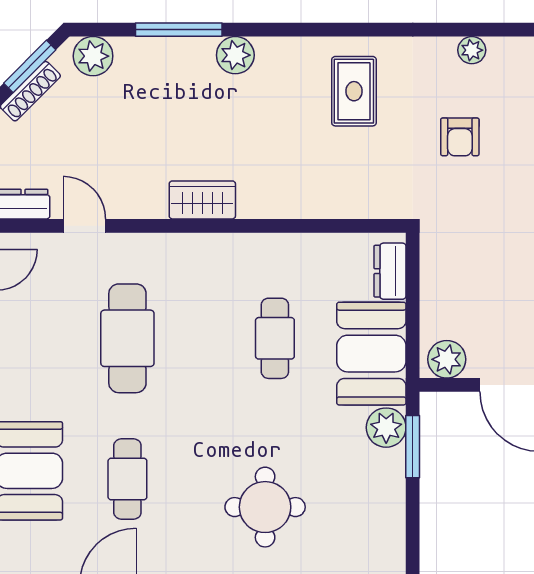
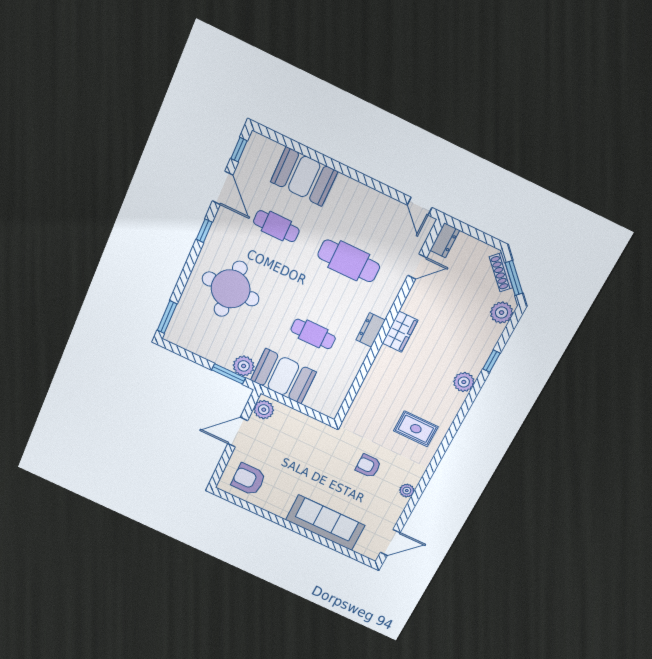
window: (179, 30) -> (491, 361), width x0.46
dresser: (390, 271) -> (371, 330), moved, turned -90
round table: (265, 507) -> (231, 289), width x1.36, depth x1.36

